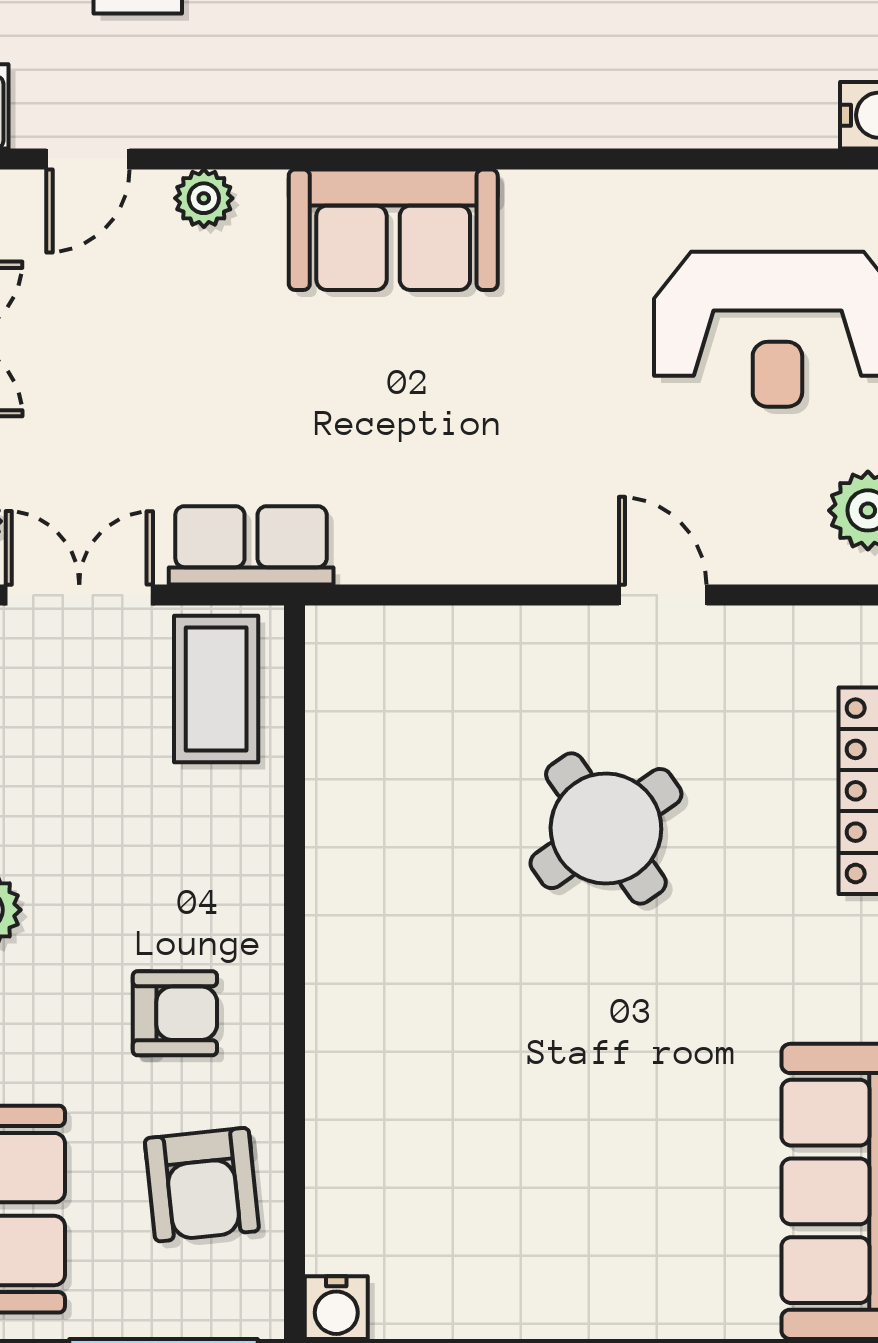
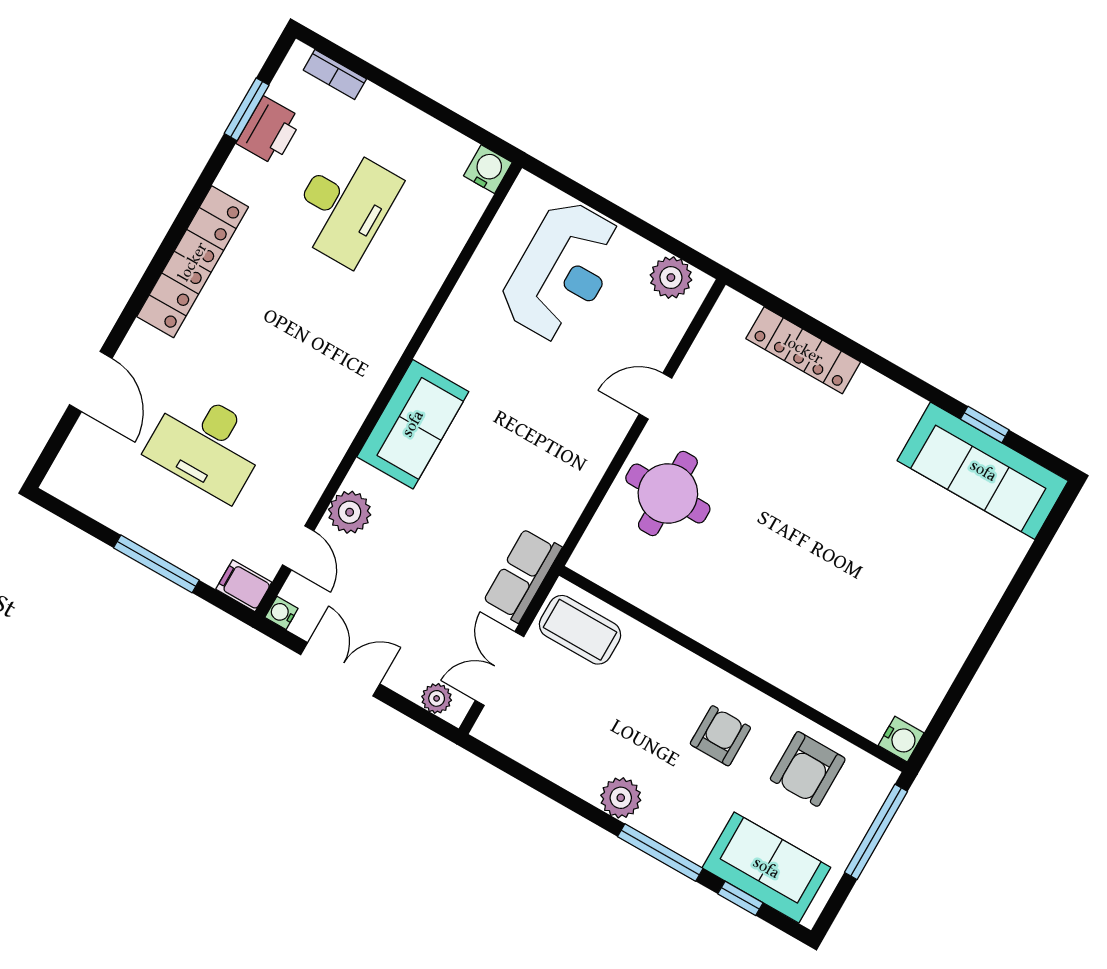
plant: (204, 198) -> (350, 512), width x1.38, depth x1.38
round table: (606, 829) -> (668, 493), moved, turned 35
armchair: (202, 1185) -> (808, 769), turned 96

